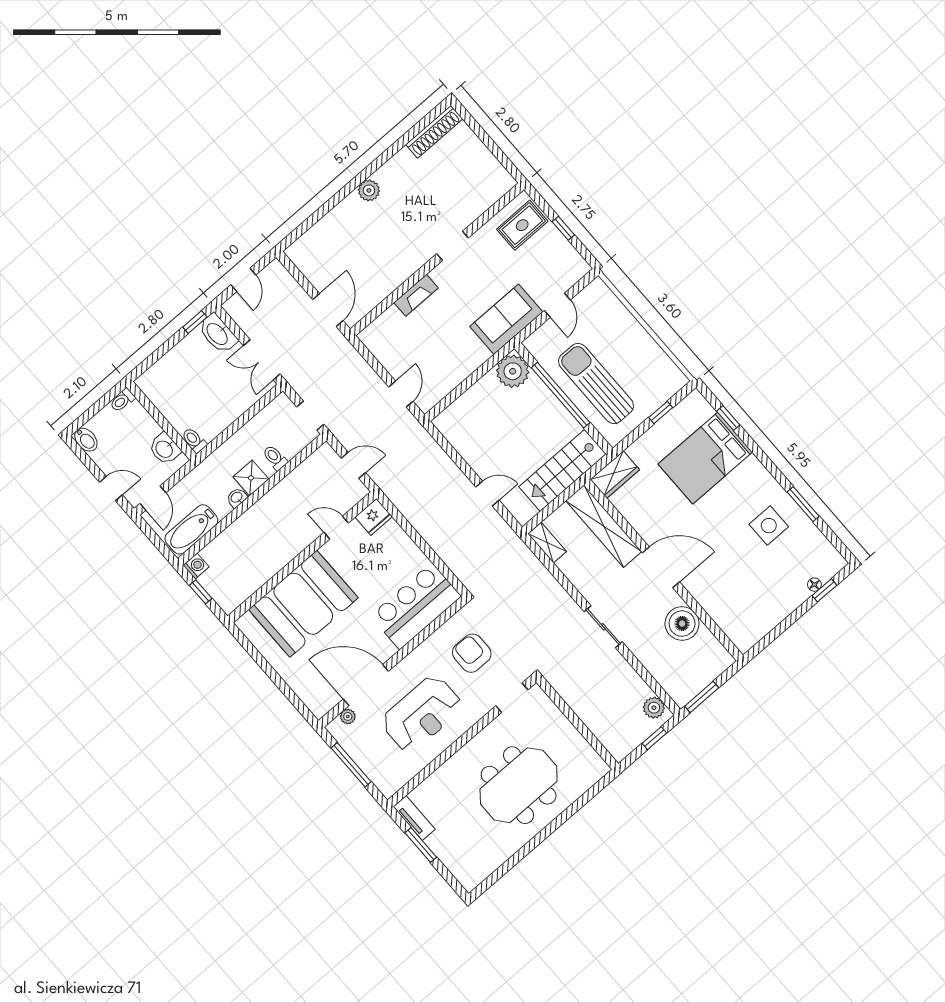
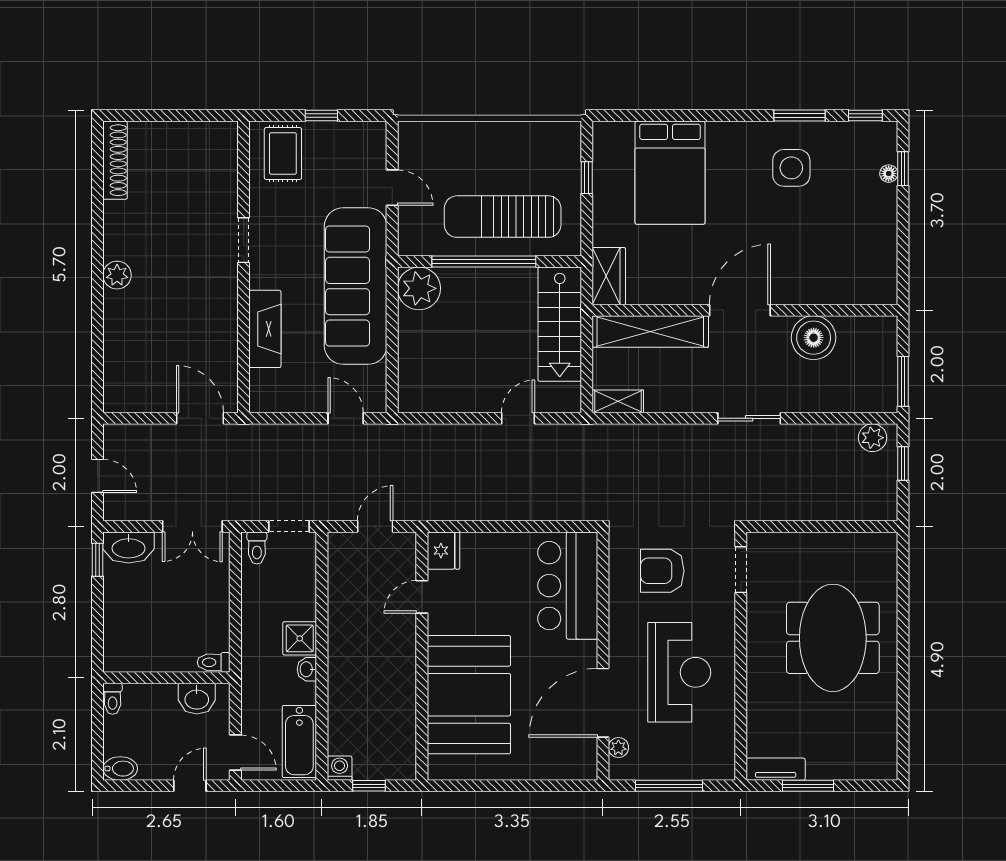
fireplace: (416, 295) -> (265, 329), width x1.37, depth x1.32
sofa: (506, 319) -> (356, 286), width x1.85, depth x1.27
window: (728, 418) -> (865, 116), moved
toilet: (275, 458) -> (257, 548), moved, turned -90

